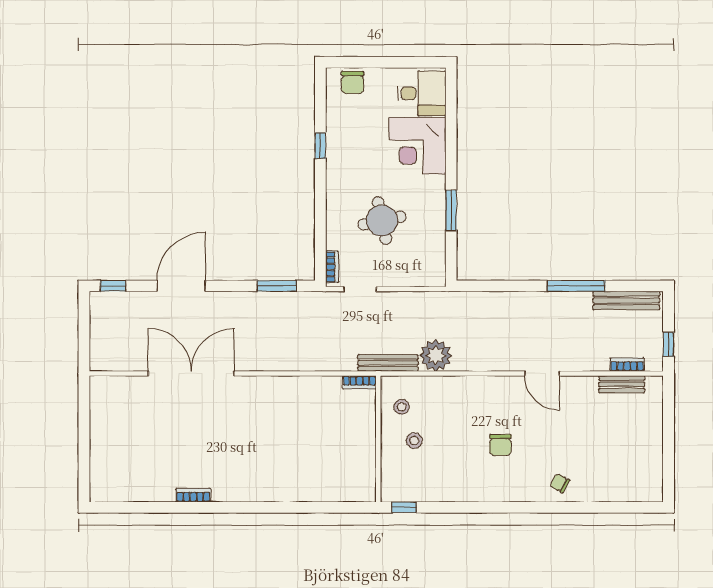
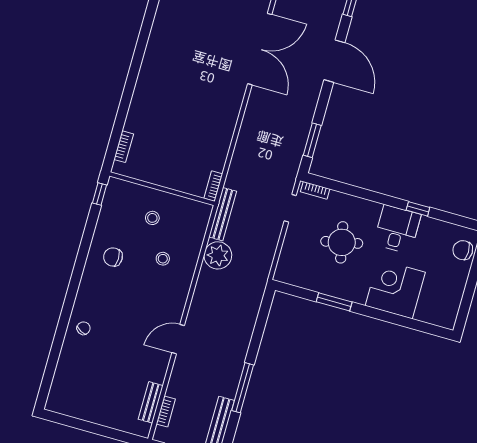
desk: (422, 93) -> (397, 229), moved, turned 180
stool: (402, 407) -> (163, 259), moved
chair: (500, 445) -> (113, 257), moved
bookcase: (193, 495) -> (124, 147), moved

